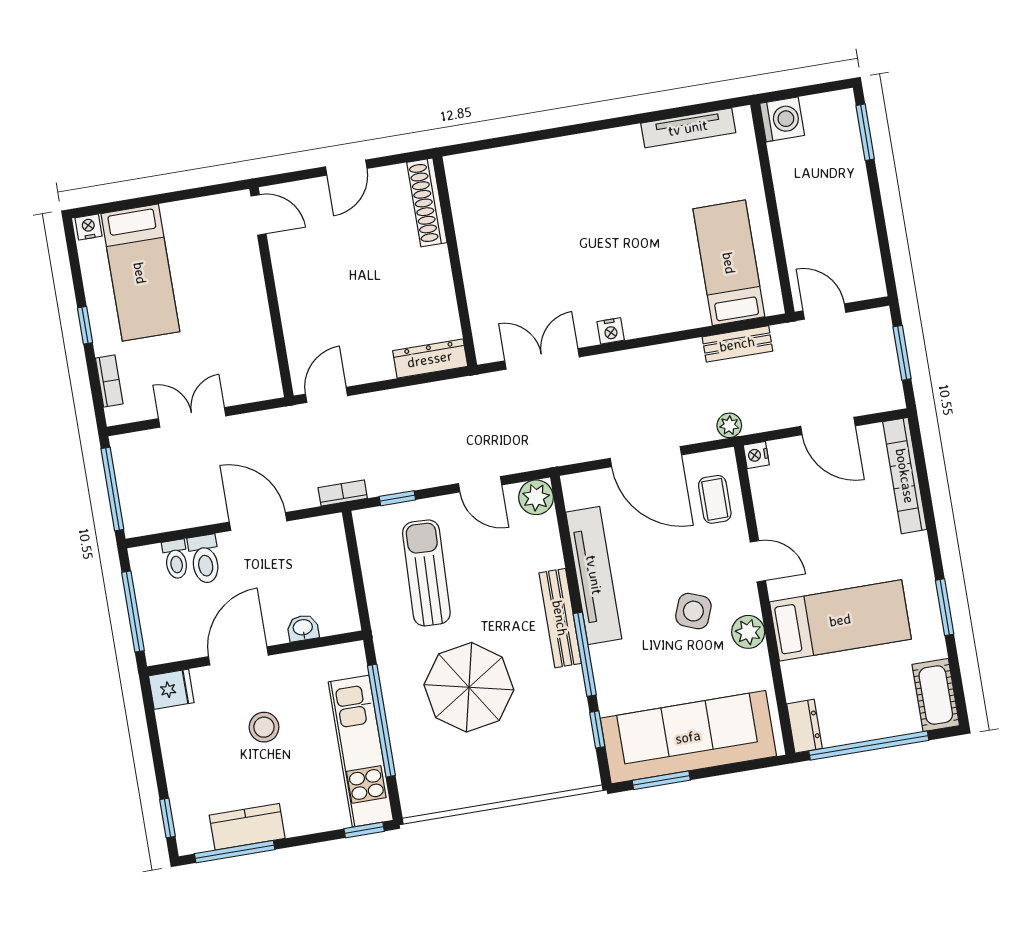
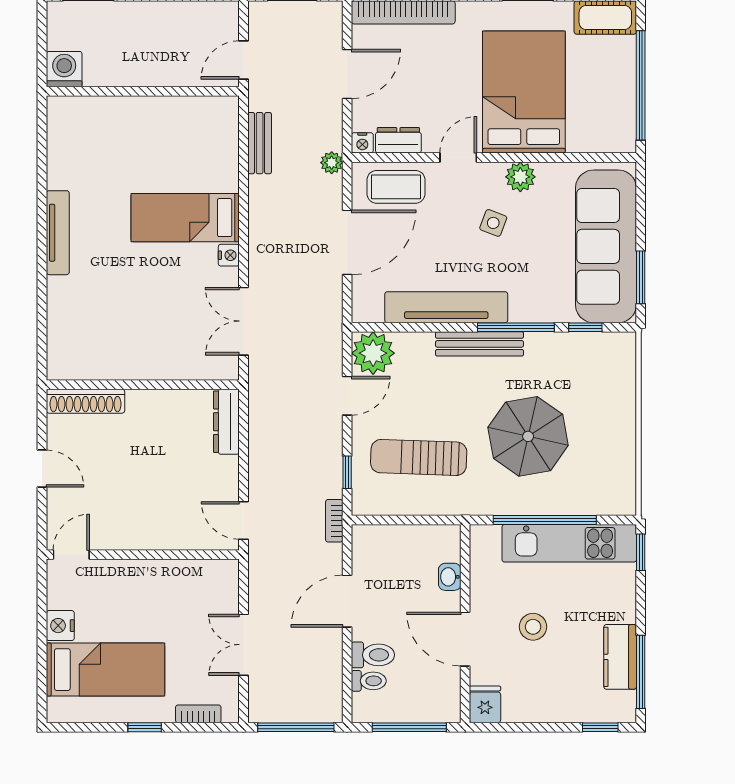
tv unit: (688, 128) -> (58, 233), moved
nightstand: (89, 227) -> (60, 626), moved, width x1.39, depth x1.35
bed: (729, 263) -> (185, 218), moved
plant: (536, 497) -> (373, 353), width x1.36, depth x1.36
coffee table: (715, 499) -> (396, 187), width x1.36, depth x1.30
side table: (693, 611) -> (493, 223), width x0.73, depth x0.73
bed: (840, 620) -> (524, 92), width x1.50
dresser: (804, 726) -> (398, 140), moved

